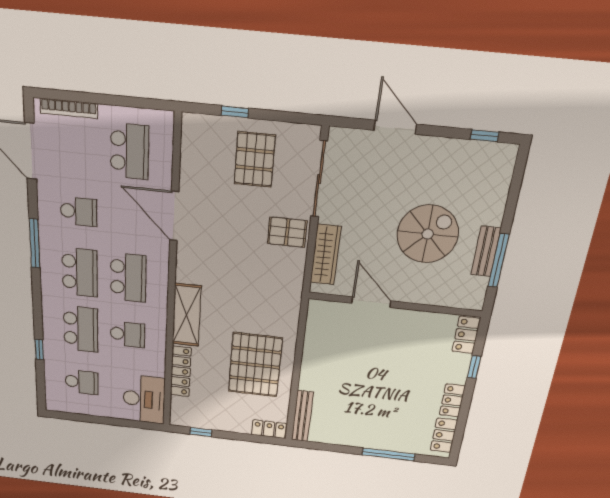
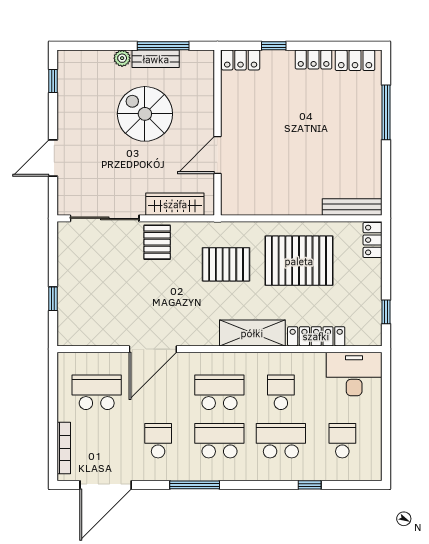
pallet: (255, 160) -> (226, 264), moved
plant: (494, 216) -> (122, 58), added

